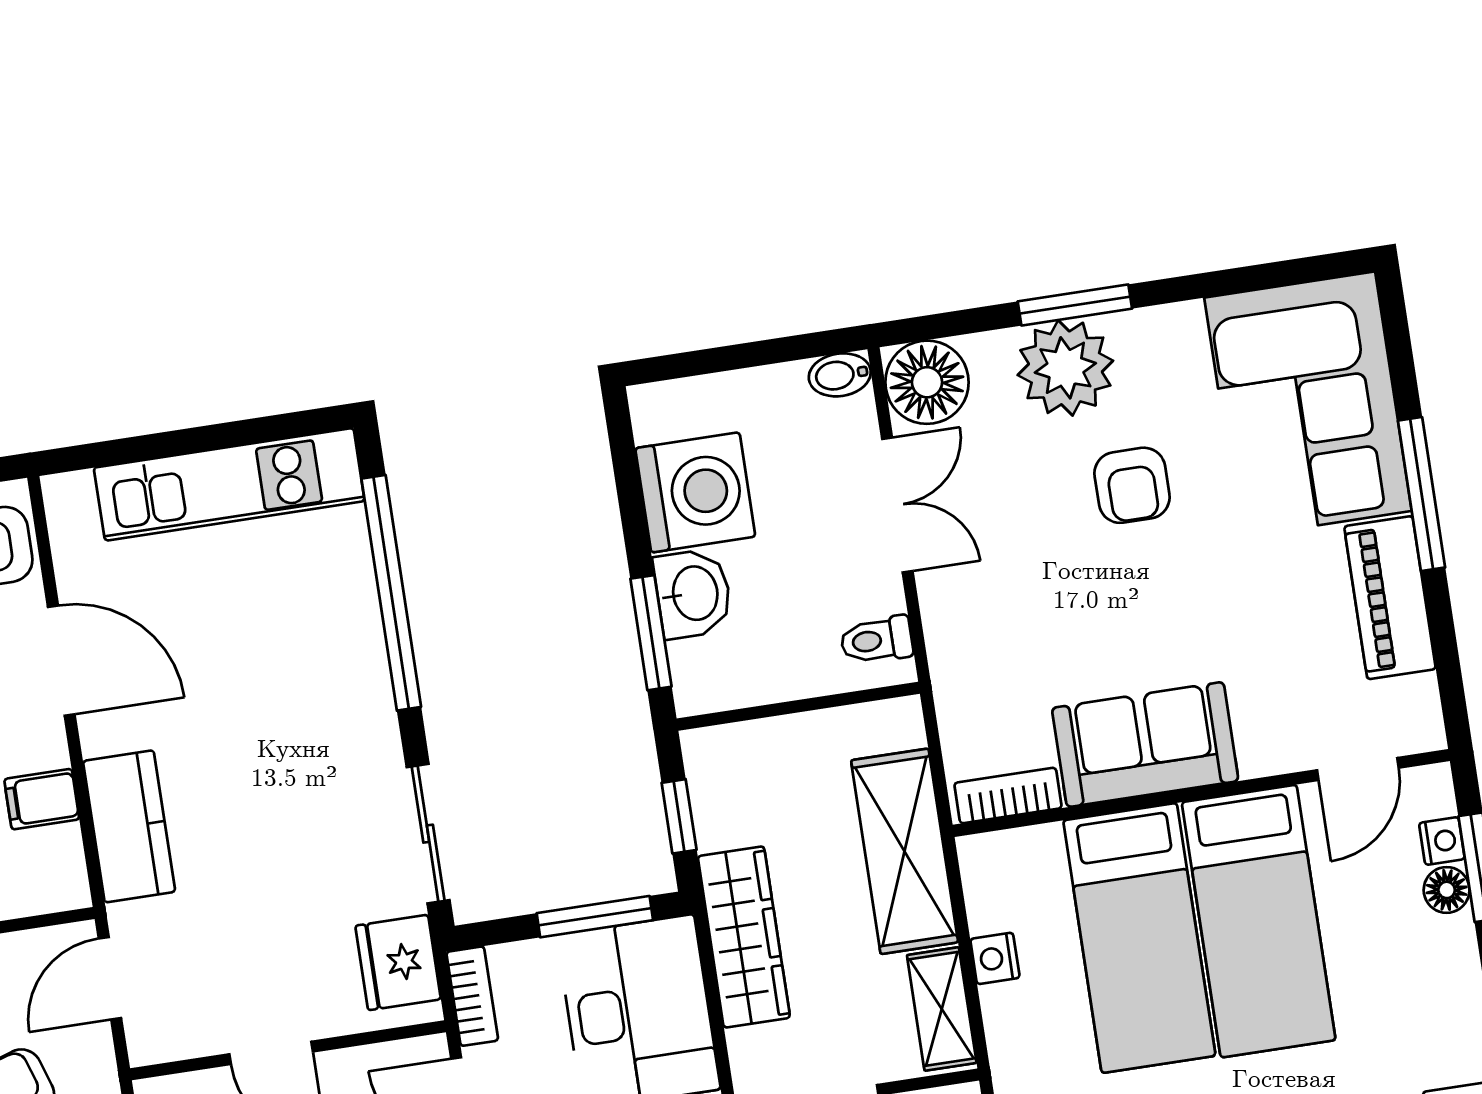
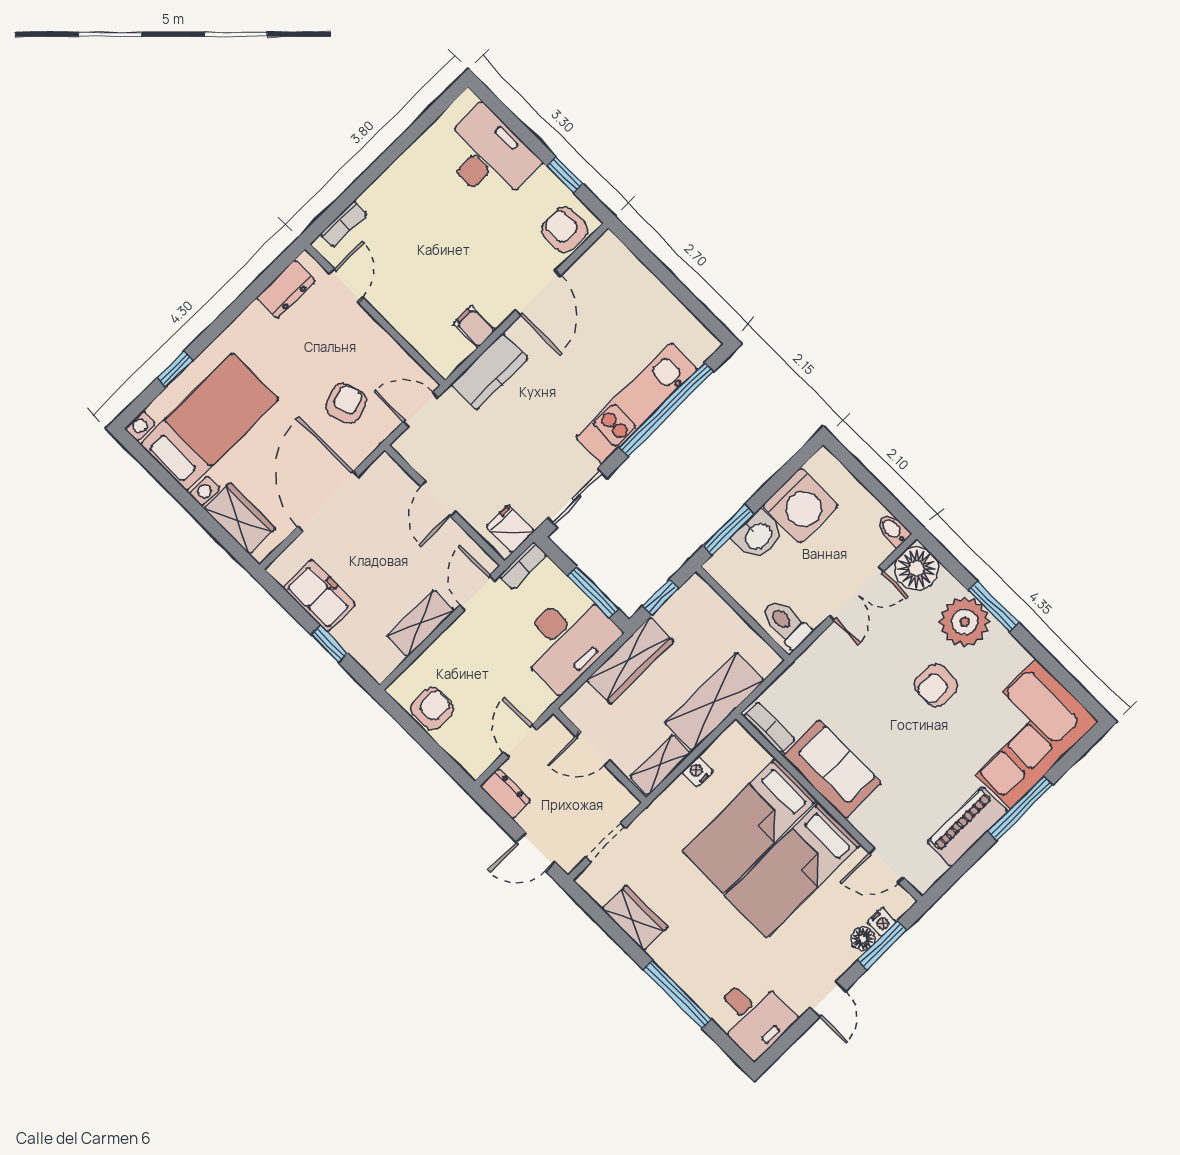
kitchen unit: (229, 484) -> (637, 403), moved, turned 90
toilet: (877, 640) -> (786, 624), width x1.37, depth x1.39
fridge: (398, 962) -> (510, 529), width x0.72

